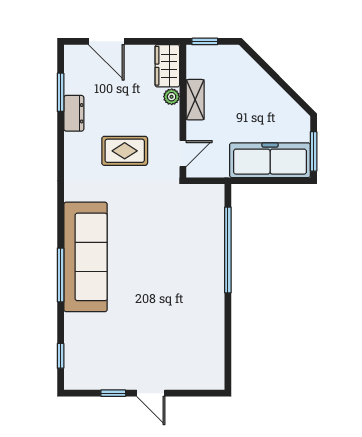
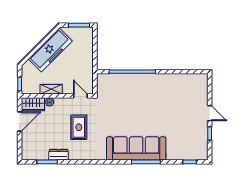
door: (106, 41) -> (20, 121), moved
freezer: (270, 160) -> (50, 50), moved, turned -135
door: (151, 393) -> (210, 113), hinge flipped

